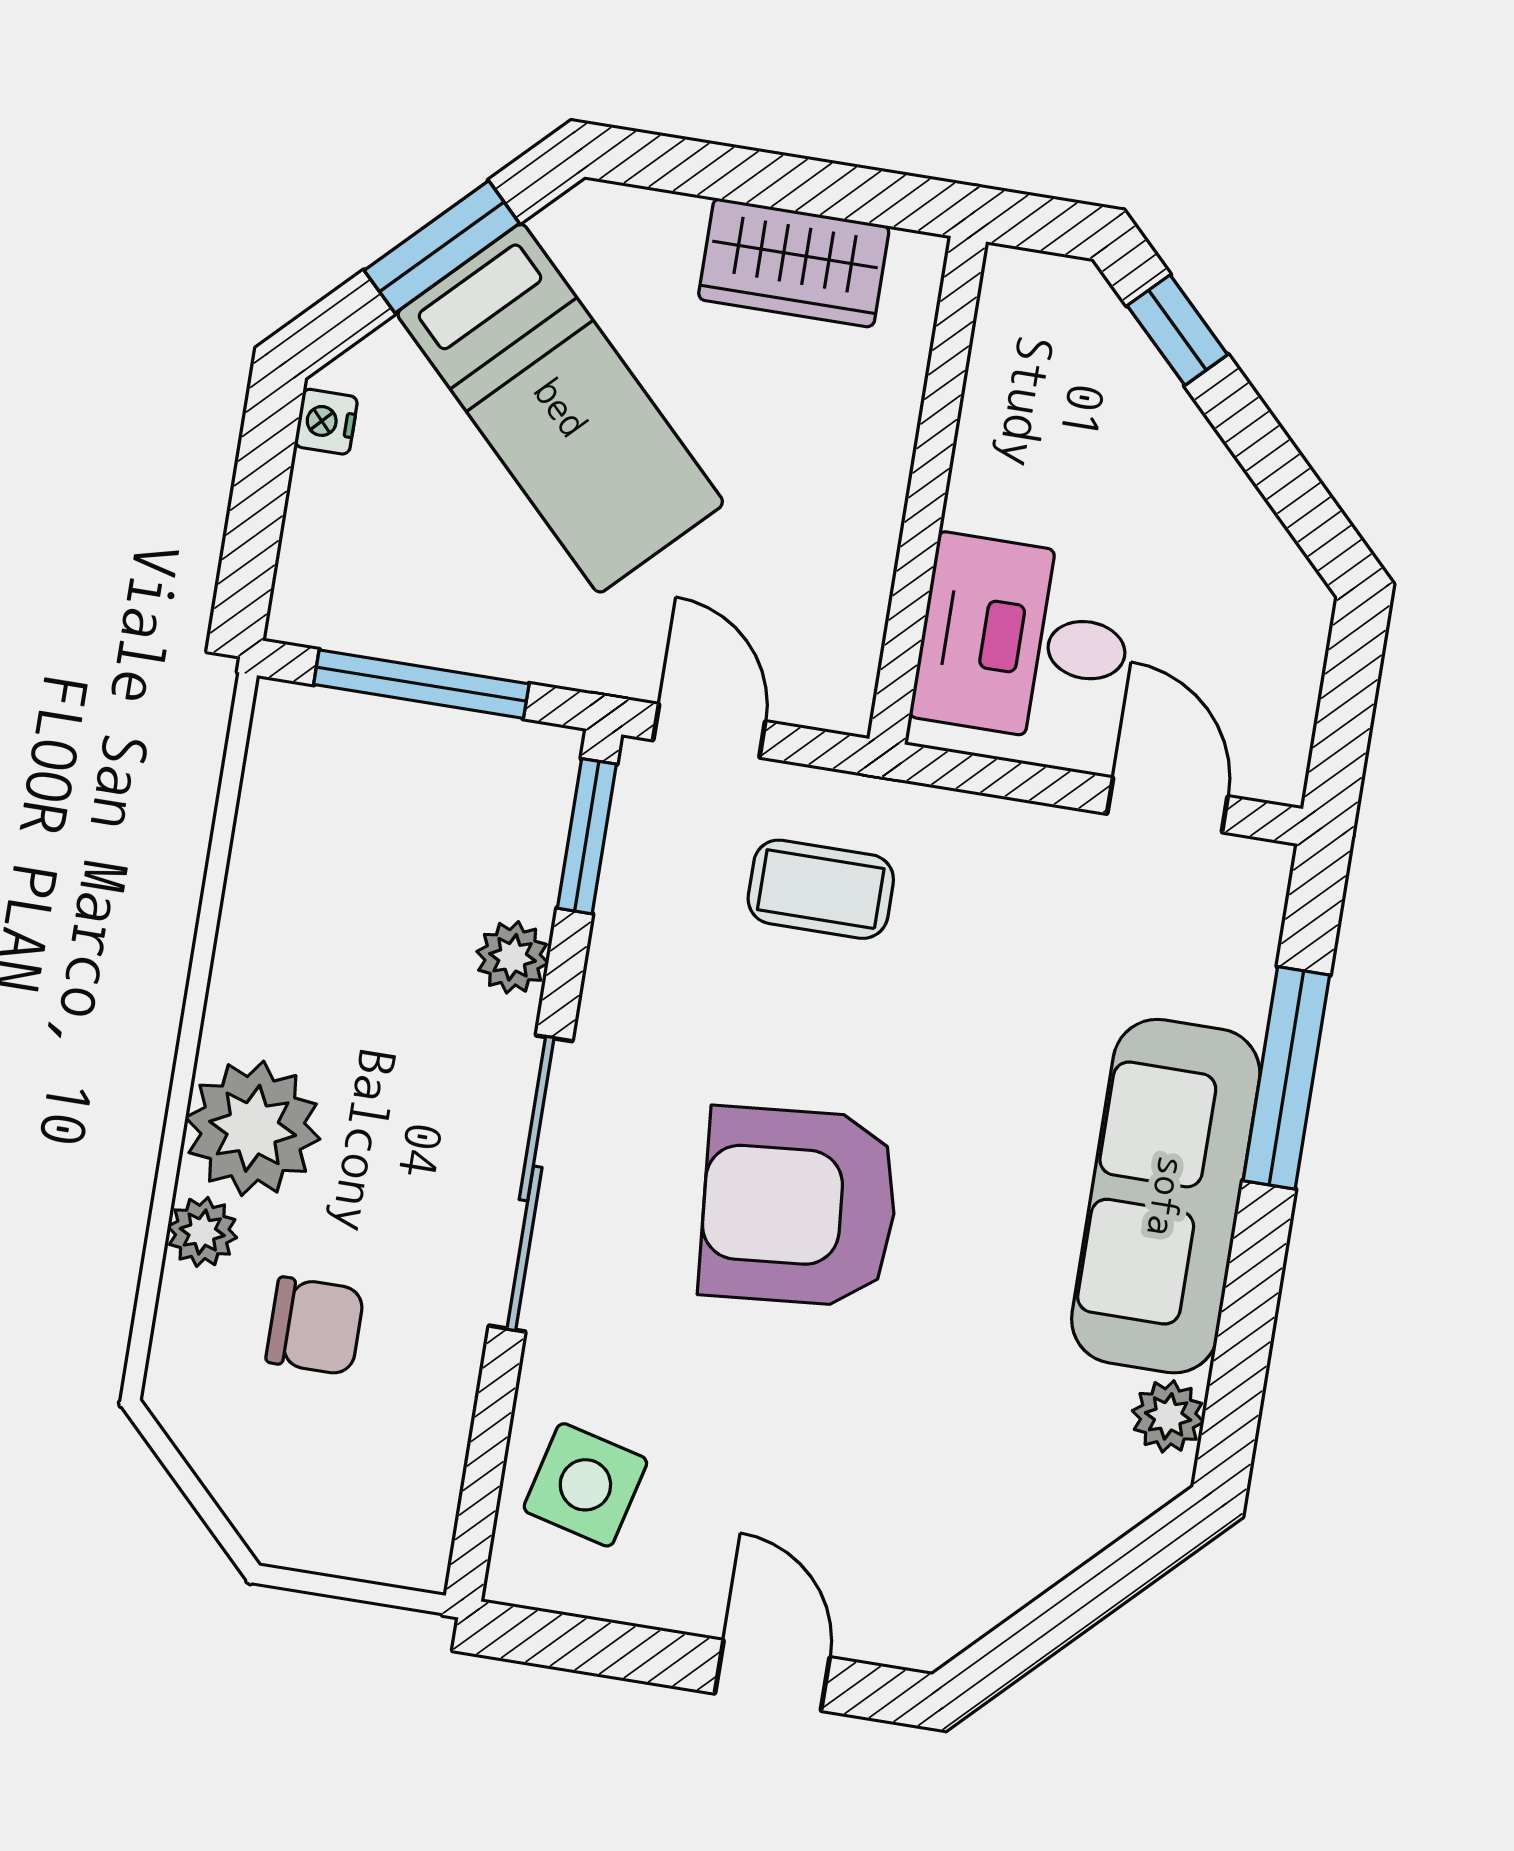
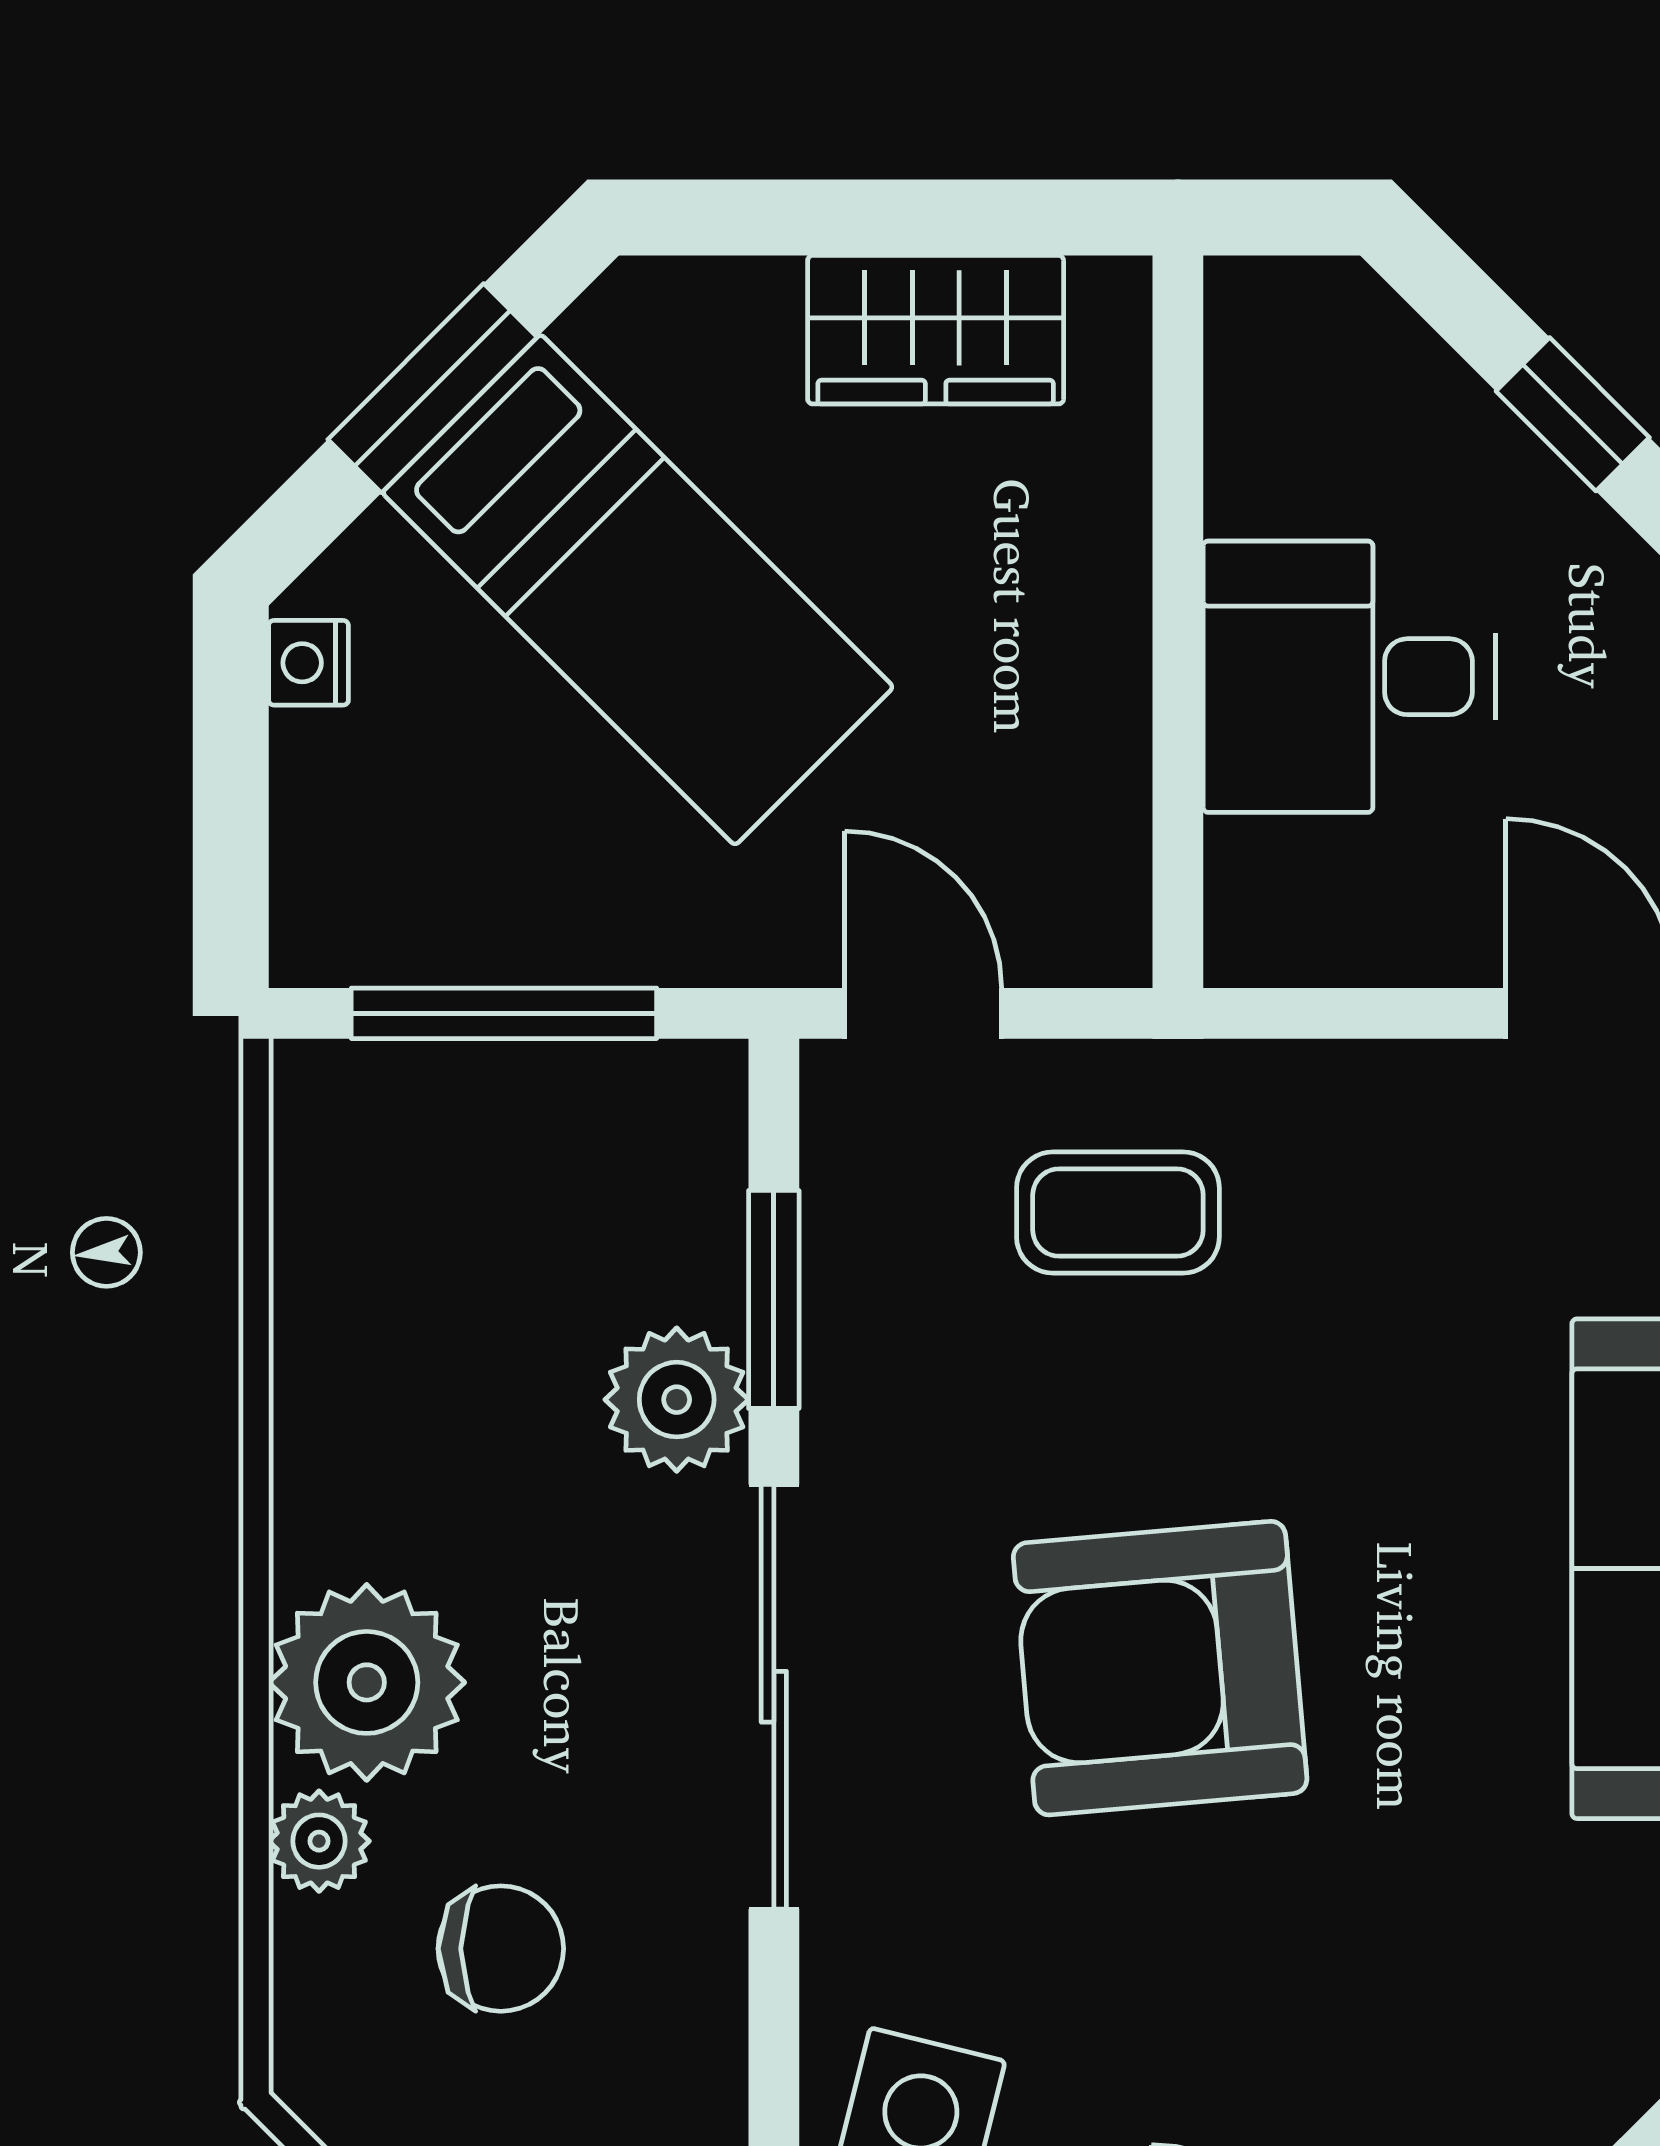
window: (1177, 330) -> (1573, 414), moved
desk: (1024, 640) -> (1349, 677), moved
window: (587, 836) -> (774, 1299), moved
plant: (513, 957) -> (677, 1400), width x1.38, depth x1.38

